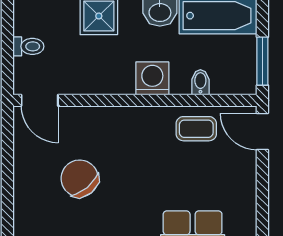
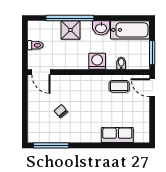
chair: (80, 178) -> (61, 111), width x0.54, depth x0.54

